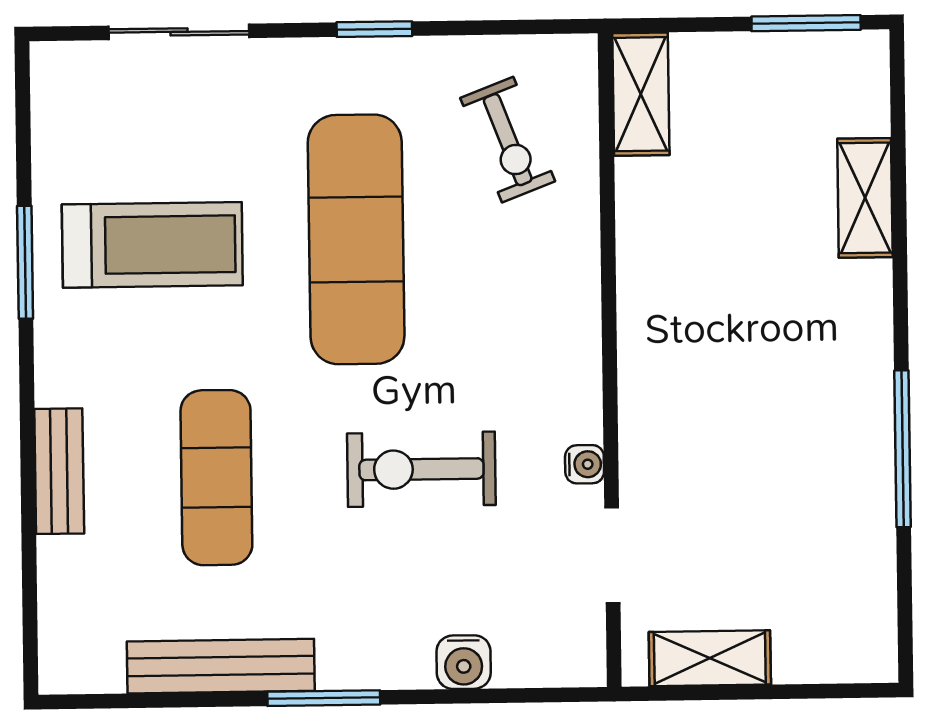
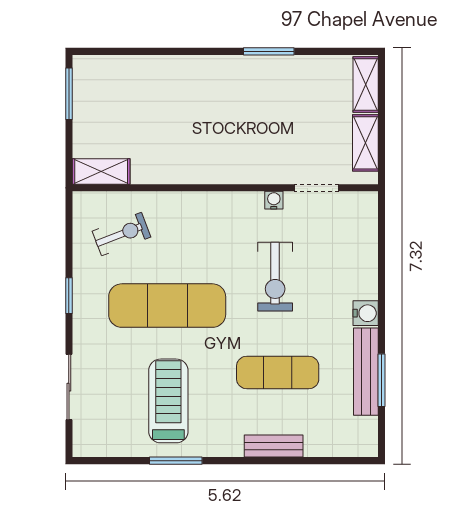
shelving: (865, 198) -> (366, 84), moved, turned 90
window: (903, 449) -> (269, 51), width x0.69
water cooler: (464, 662) -> (366, 313), moved
window: (324, 698) -> (382, 380), moved

